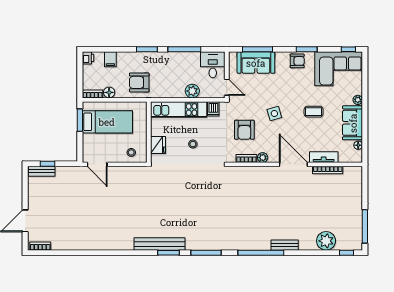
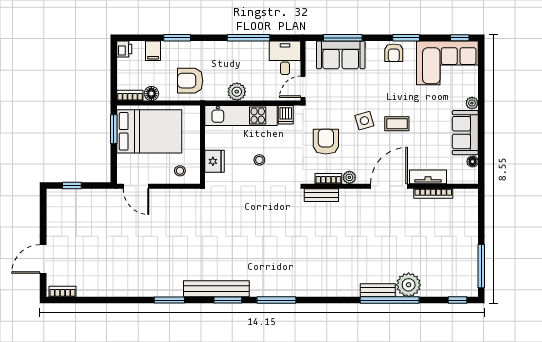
window: (147, 49) -> (177, 38), moved
armchair: (297, 61) -> (394, 53), turned 90
door: (227, 87) -> (303, 87), swing flipped
plant: (192, 91) -> (237, 92), moved
coffee table: (314, 112) -> (397, 124), moved
bed: (107, 122) -> (149, 131), width x1.50
armchair: (244, 130) -> (326, 142), turned 180
door: (293, 164) -> (389, 186), hinge flipped
bench: (42, 171) -> (321, 195), moved
plant: (326, 241) -> (409, 285), moved
window: (123, 253) -> (169, 300), added
window: (261, 253) -> (390, 300), moved

